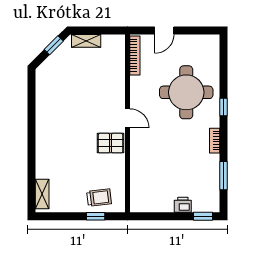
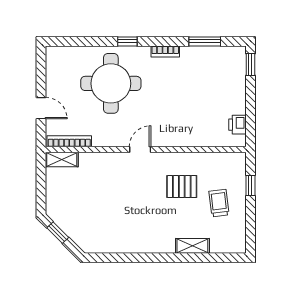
shelving: (86, 41) -> (62, 160), moved, turned 90
pallet: (111, 143) -> (182, 187), moved, turned 90
shelving: (42, 194) -> (192, 246), moved
trolley: (99, 198) -> (219, 203), moved
printer: (183, 205) -> (237, 125), moved

